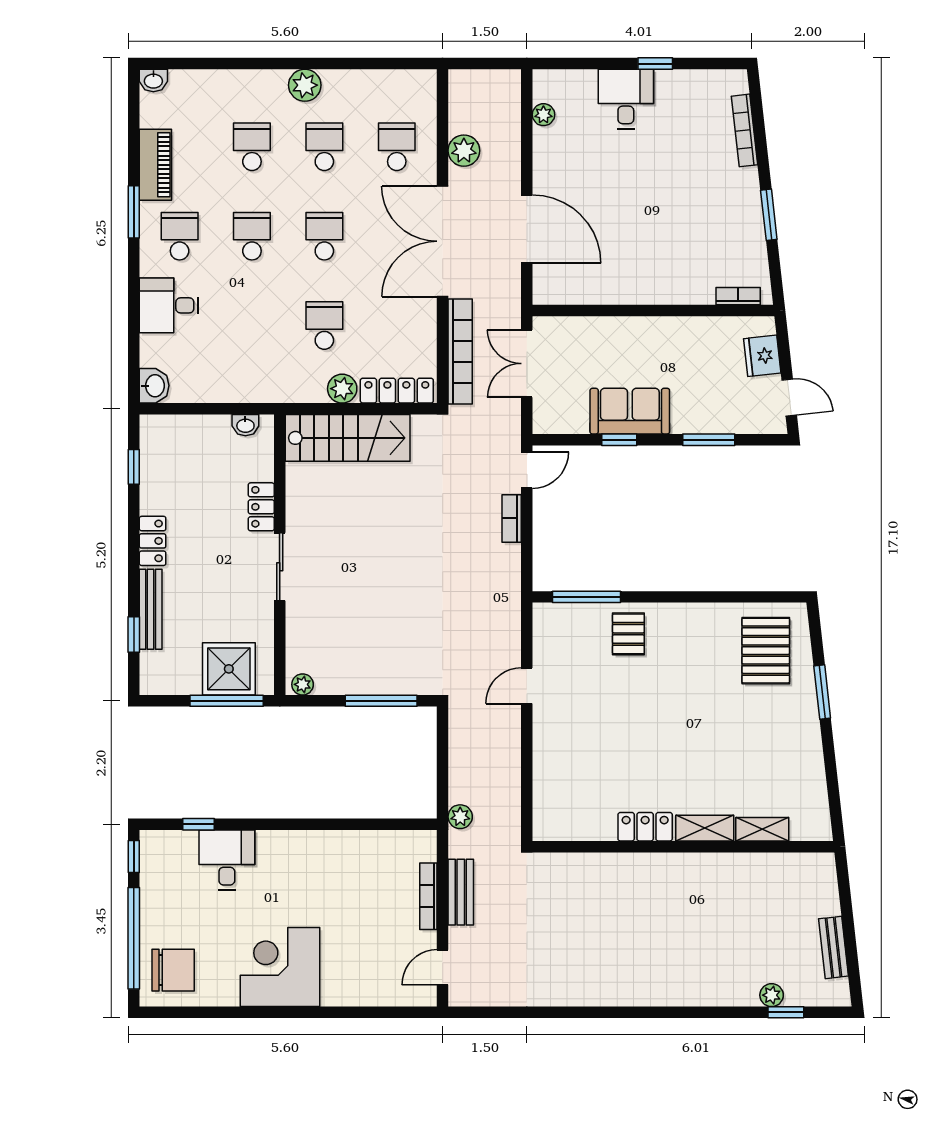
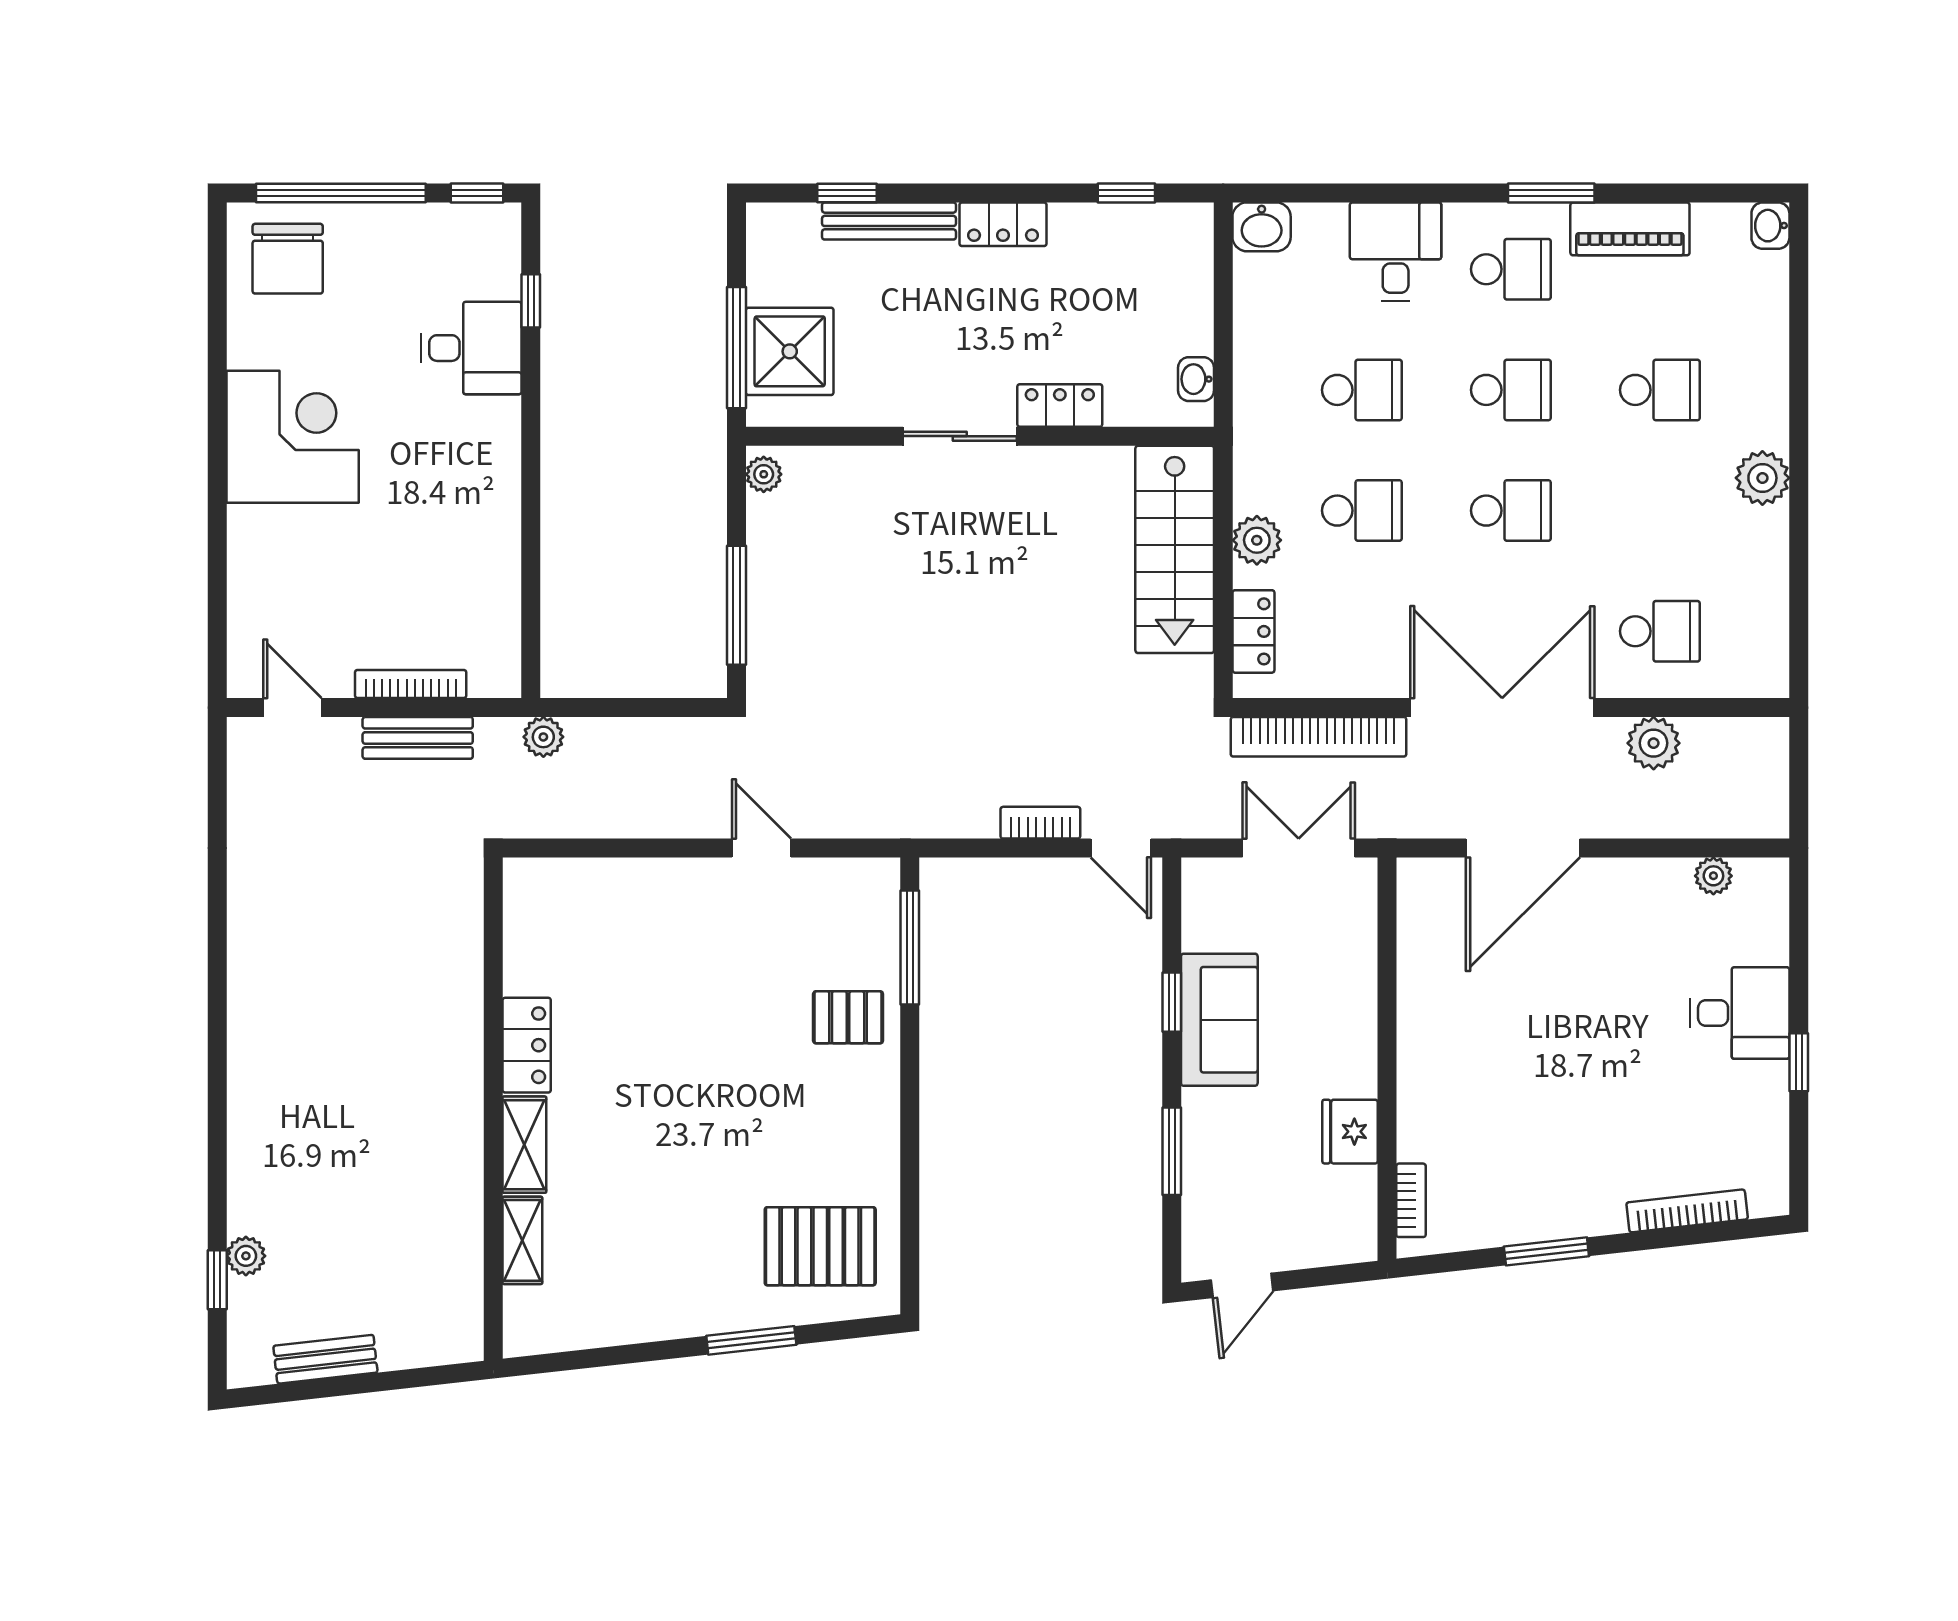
school desk: (324, 147) -> (1362, 390), moved
fridge: (762, 356) -> (1350, 1132), moved, turned -84
locker: (397, 391) -> (1253, 631), width x0.66

